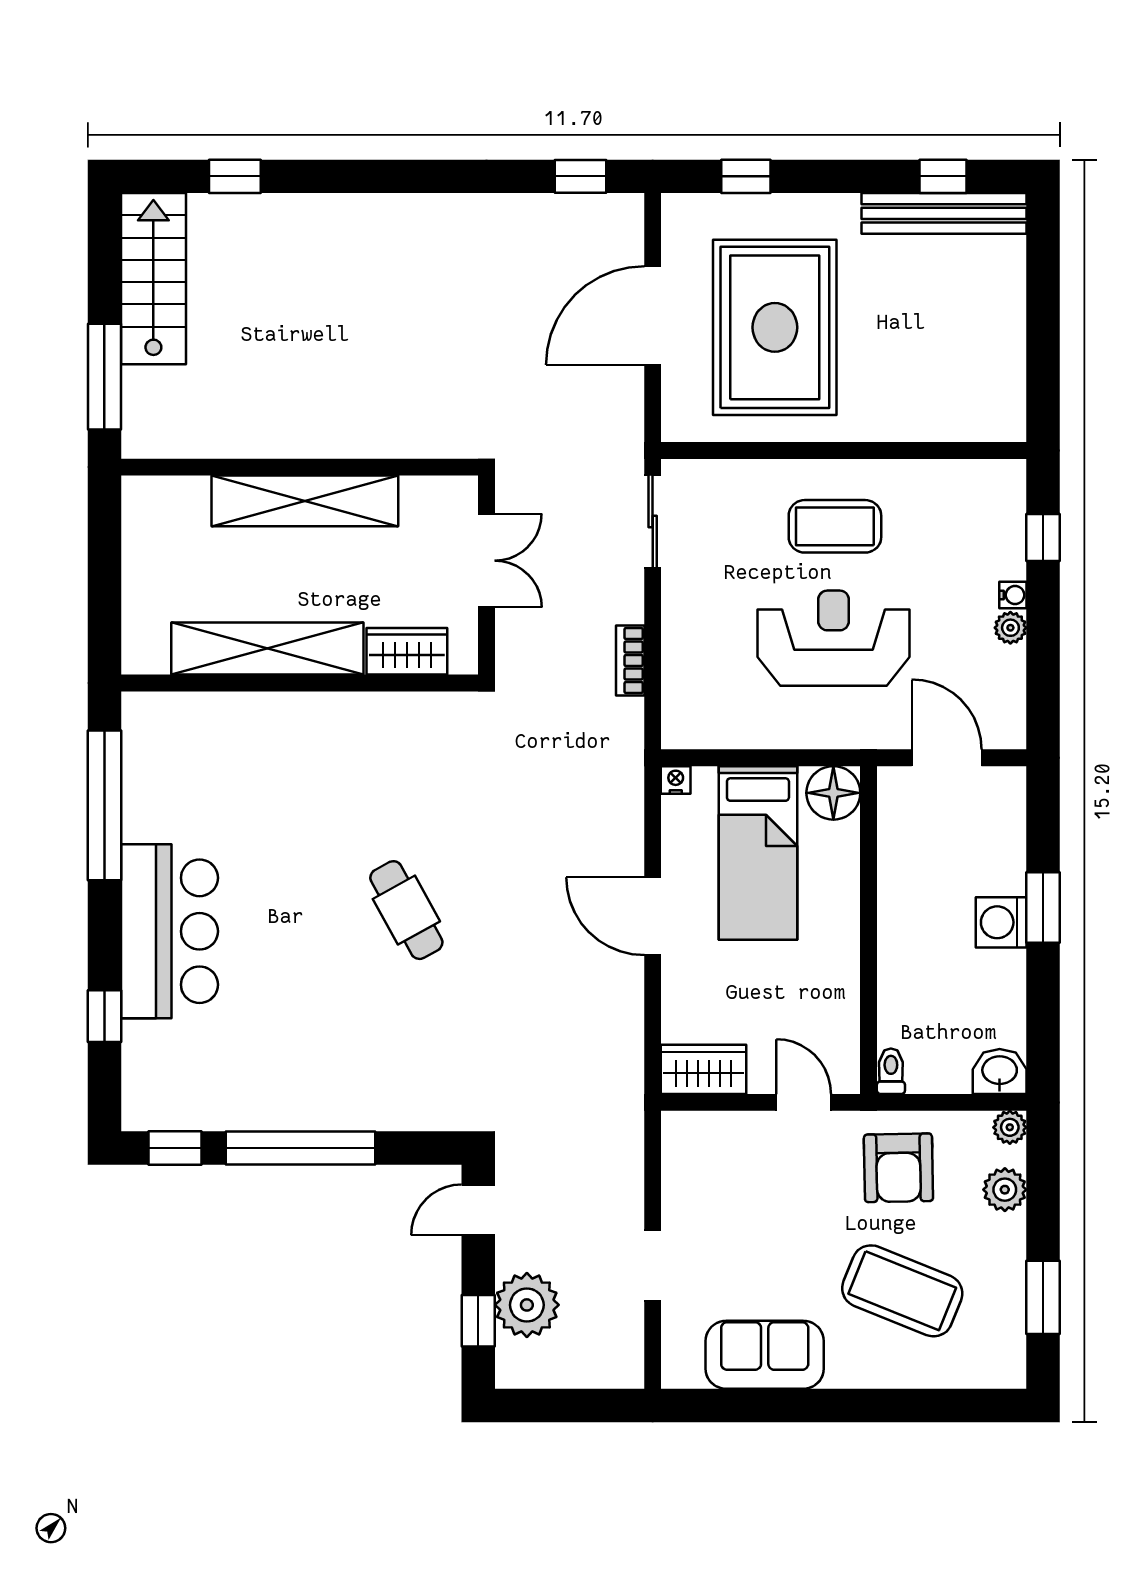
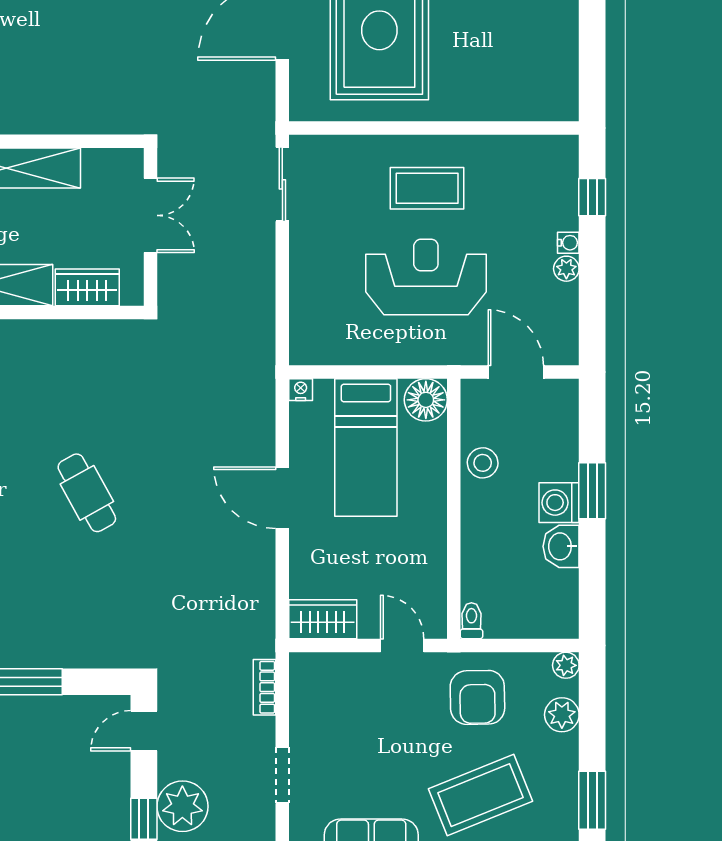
bookcase: (630, 661) -> (265, 687), moved
stool: (905, 872) -> (483, 463), added
washbasin: (1000, 1071) -> (561, 546), moved, turned -90
coffee table: (902, 1291) -> (480, 795), turned -44

